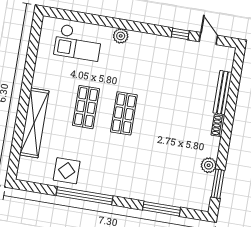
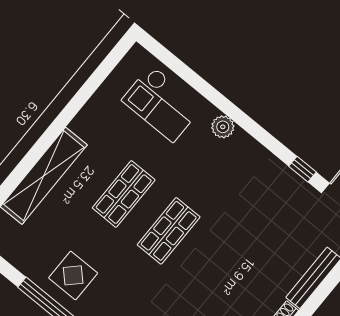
display table: (67, 171) -> (73, 275), moved

